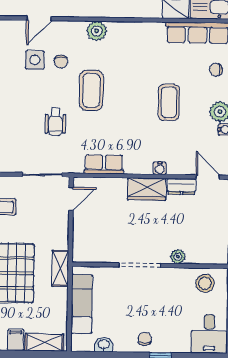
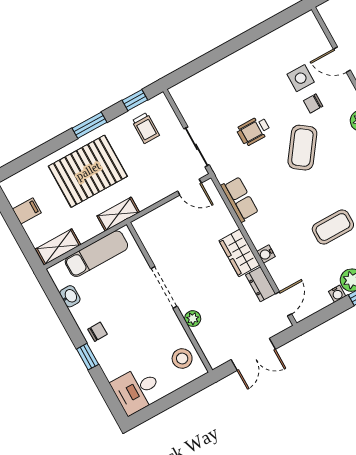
coffee table: (91, 90) -> (302, 148), turned -54
shelving: (44, 342) -> (58, 247), moved, turned 90

